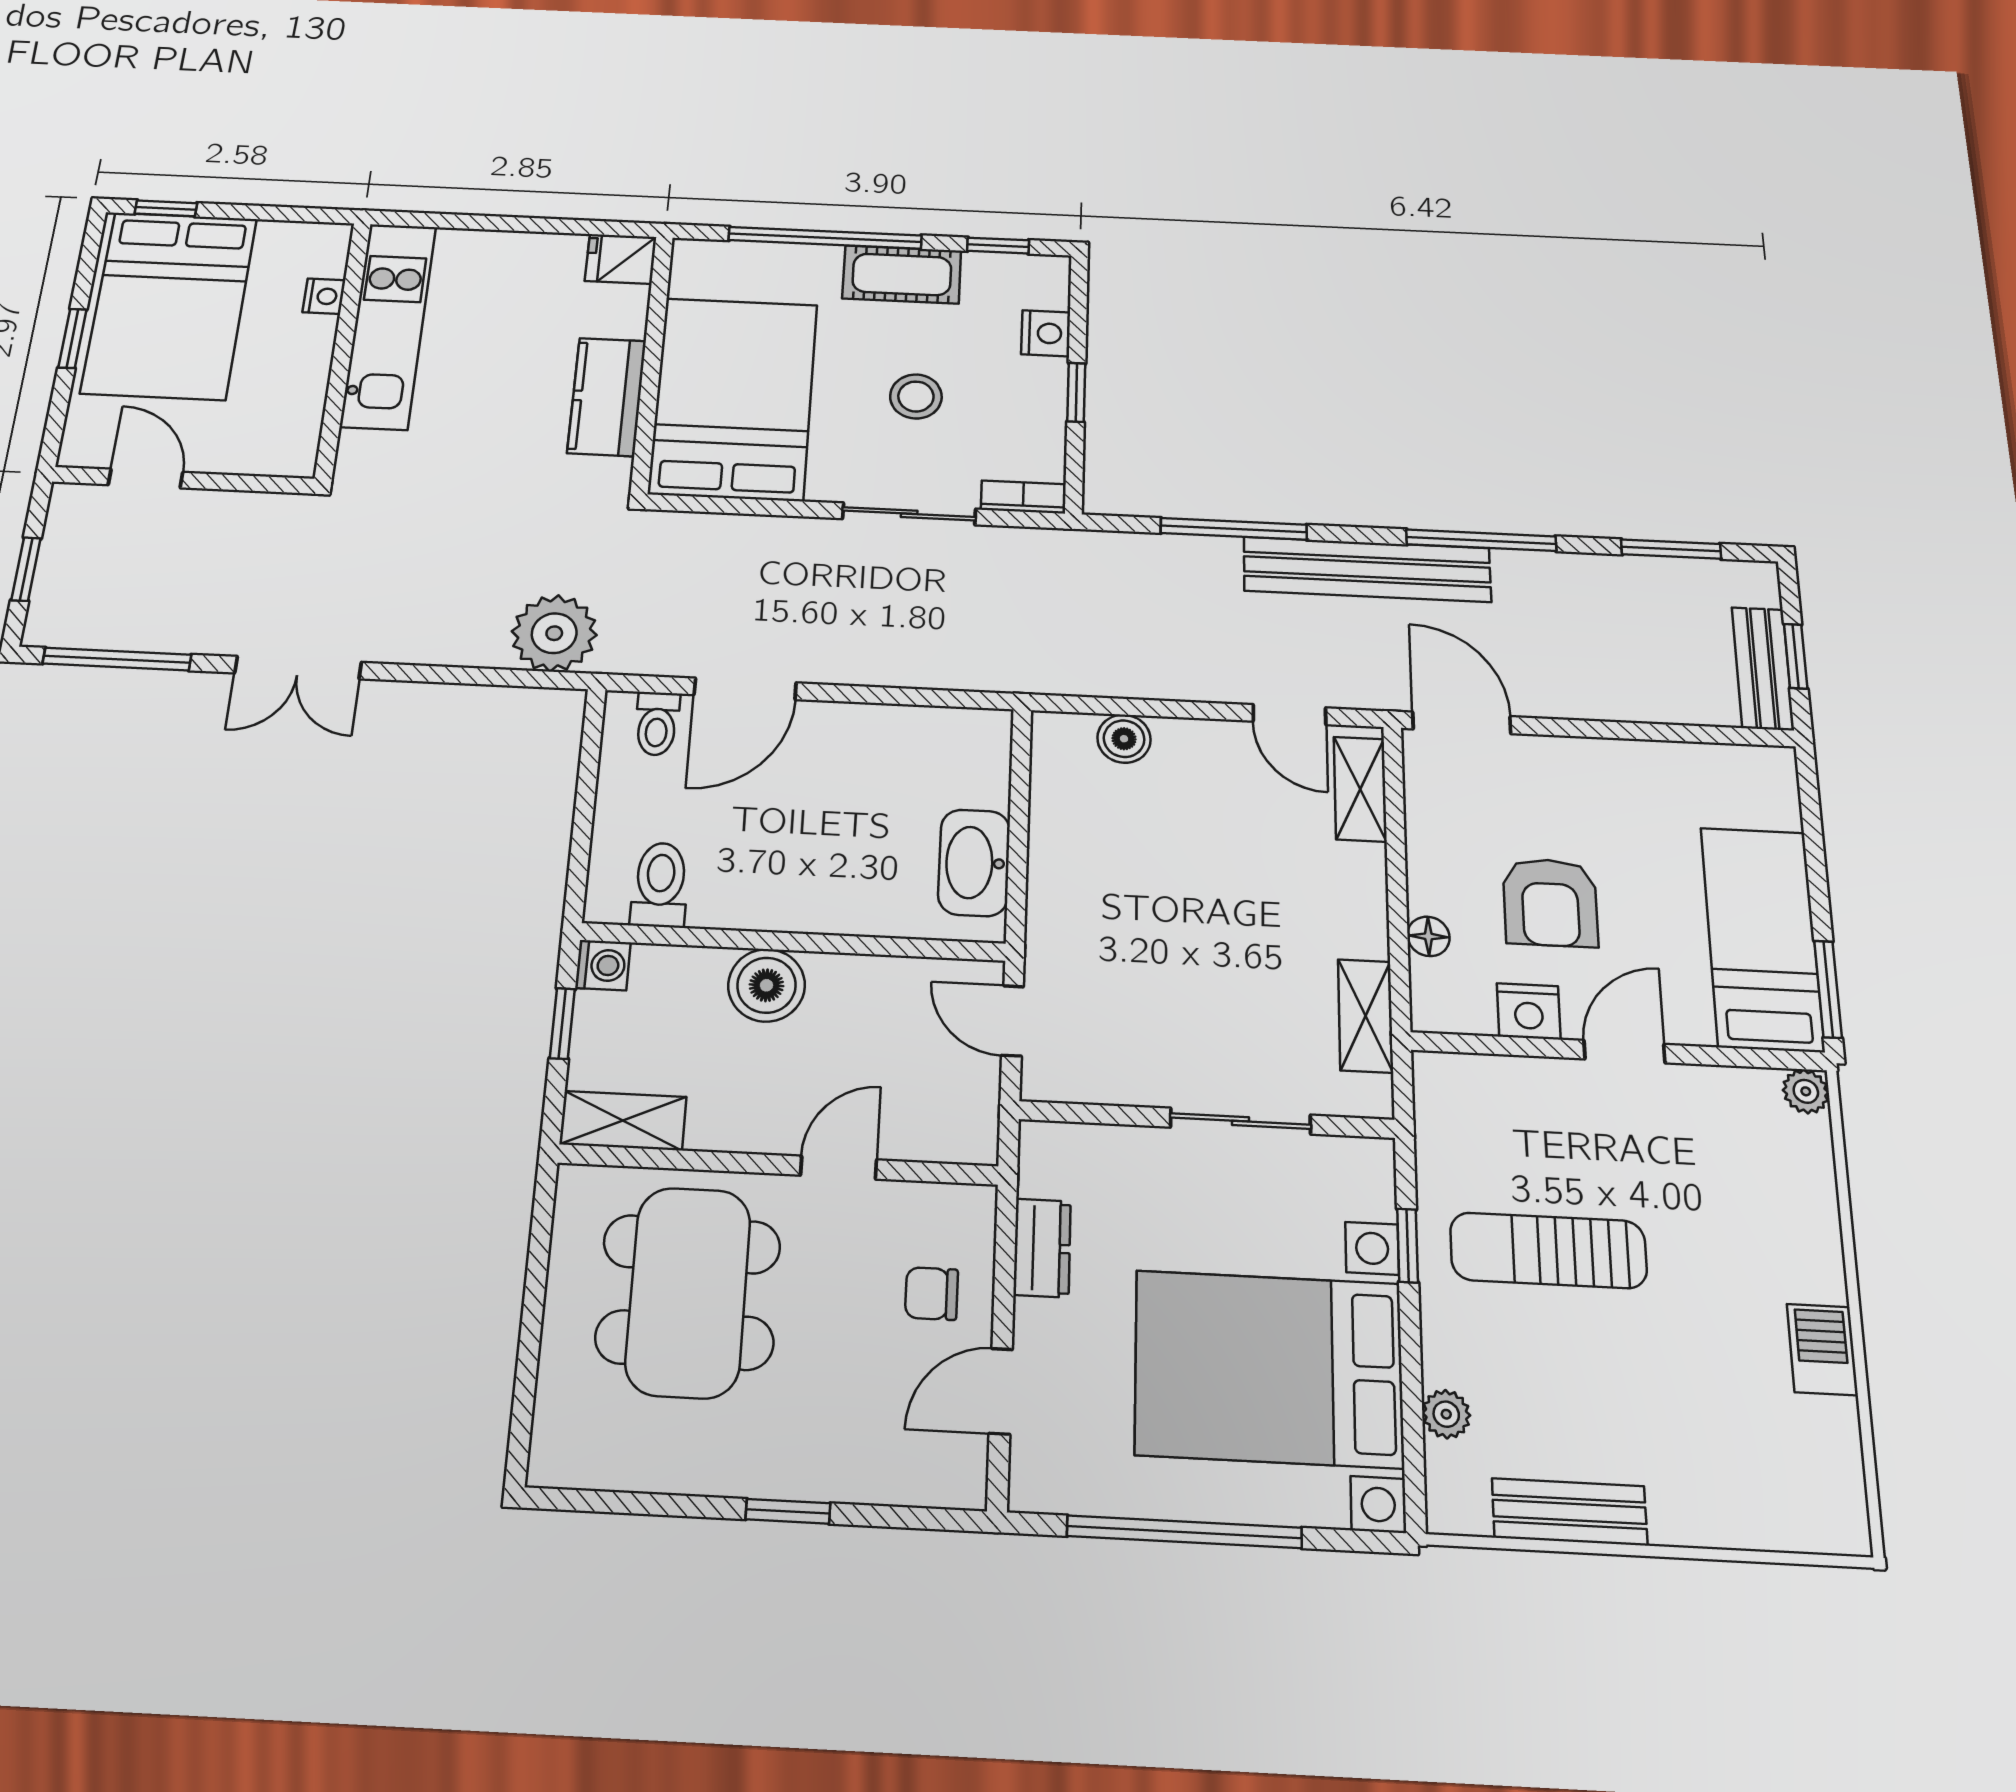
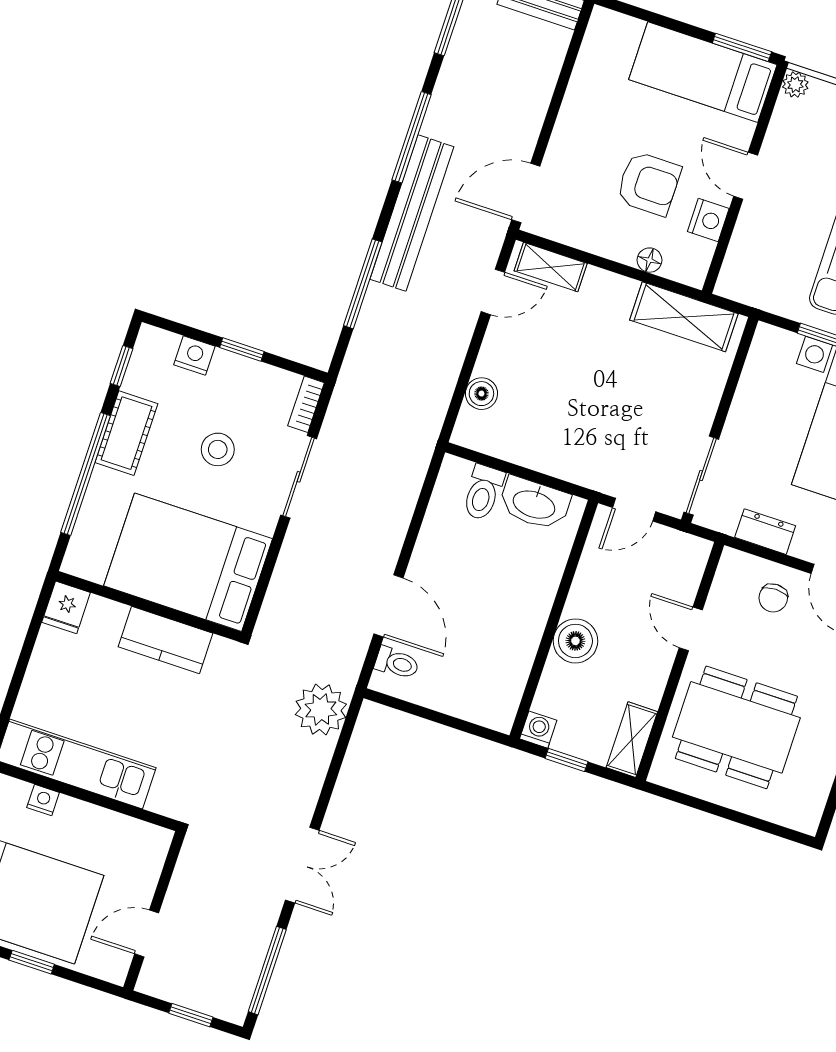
toilet: (660, 885) -> (483, 493), moved, turned -90
shelving: (1365, 1016) -> (684, 317), width x1.50, depth x1.33
sliding door: (1241, 1121) -> (701, 476), moved

